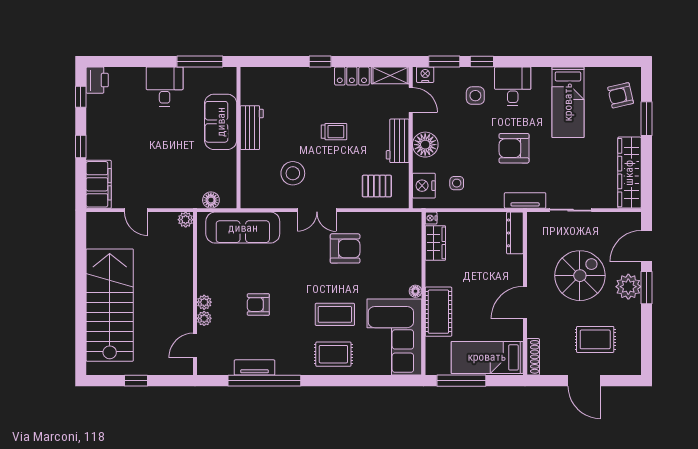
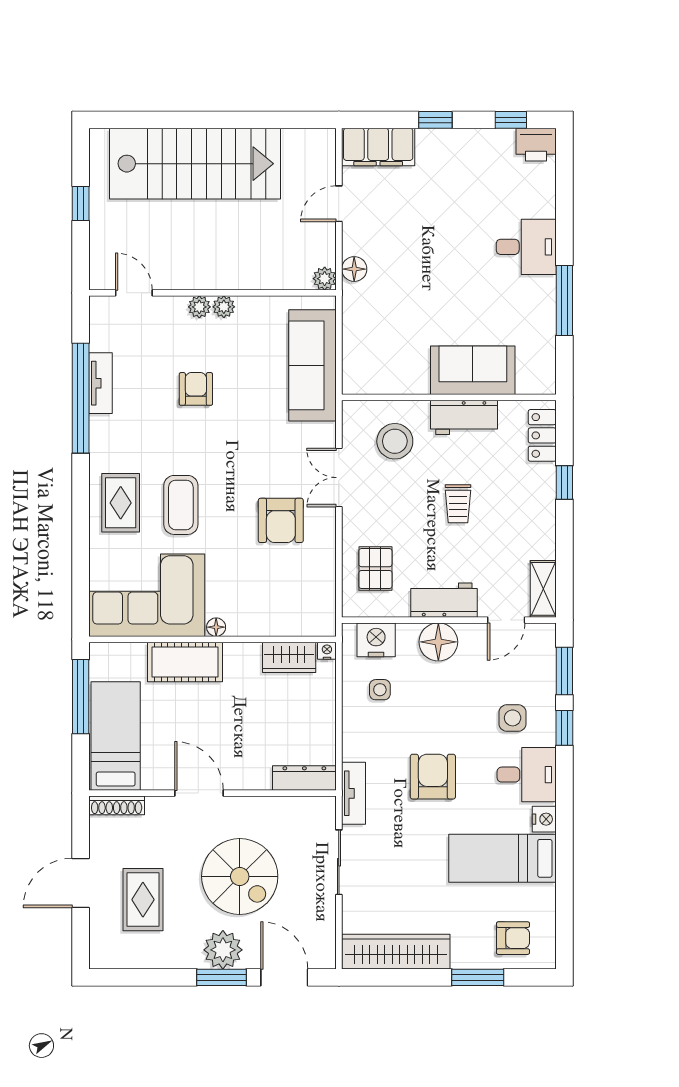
nightstand: (425, 75) -> (544, 819), moved
locker: (352, 76) -> (542, 435), moved
armchair: (621, 95) -> (513, 938), turned 103
sofa: (221, 122) -> (473, 370), moved
workbench: (252, 128) -> (464, 417), moved
wall: (239, 138) -> (449, 397), moved
floor lamp: (211, 200) -> (354, 269), moved
plant: (204, 318) -> (224, 307), moved

